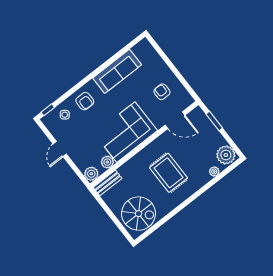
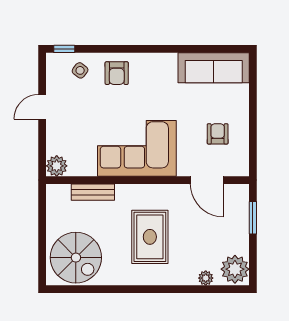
sofa: (117, 71) -> (214, 68), moved
plant: (107, 162) -> (87, 167), removed
bench: (107, 183) -> (93, 192), moved

